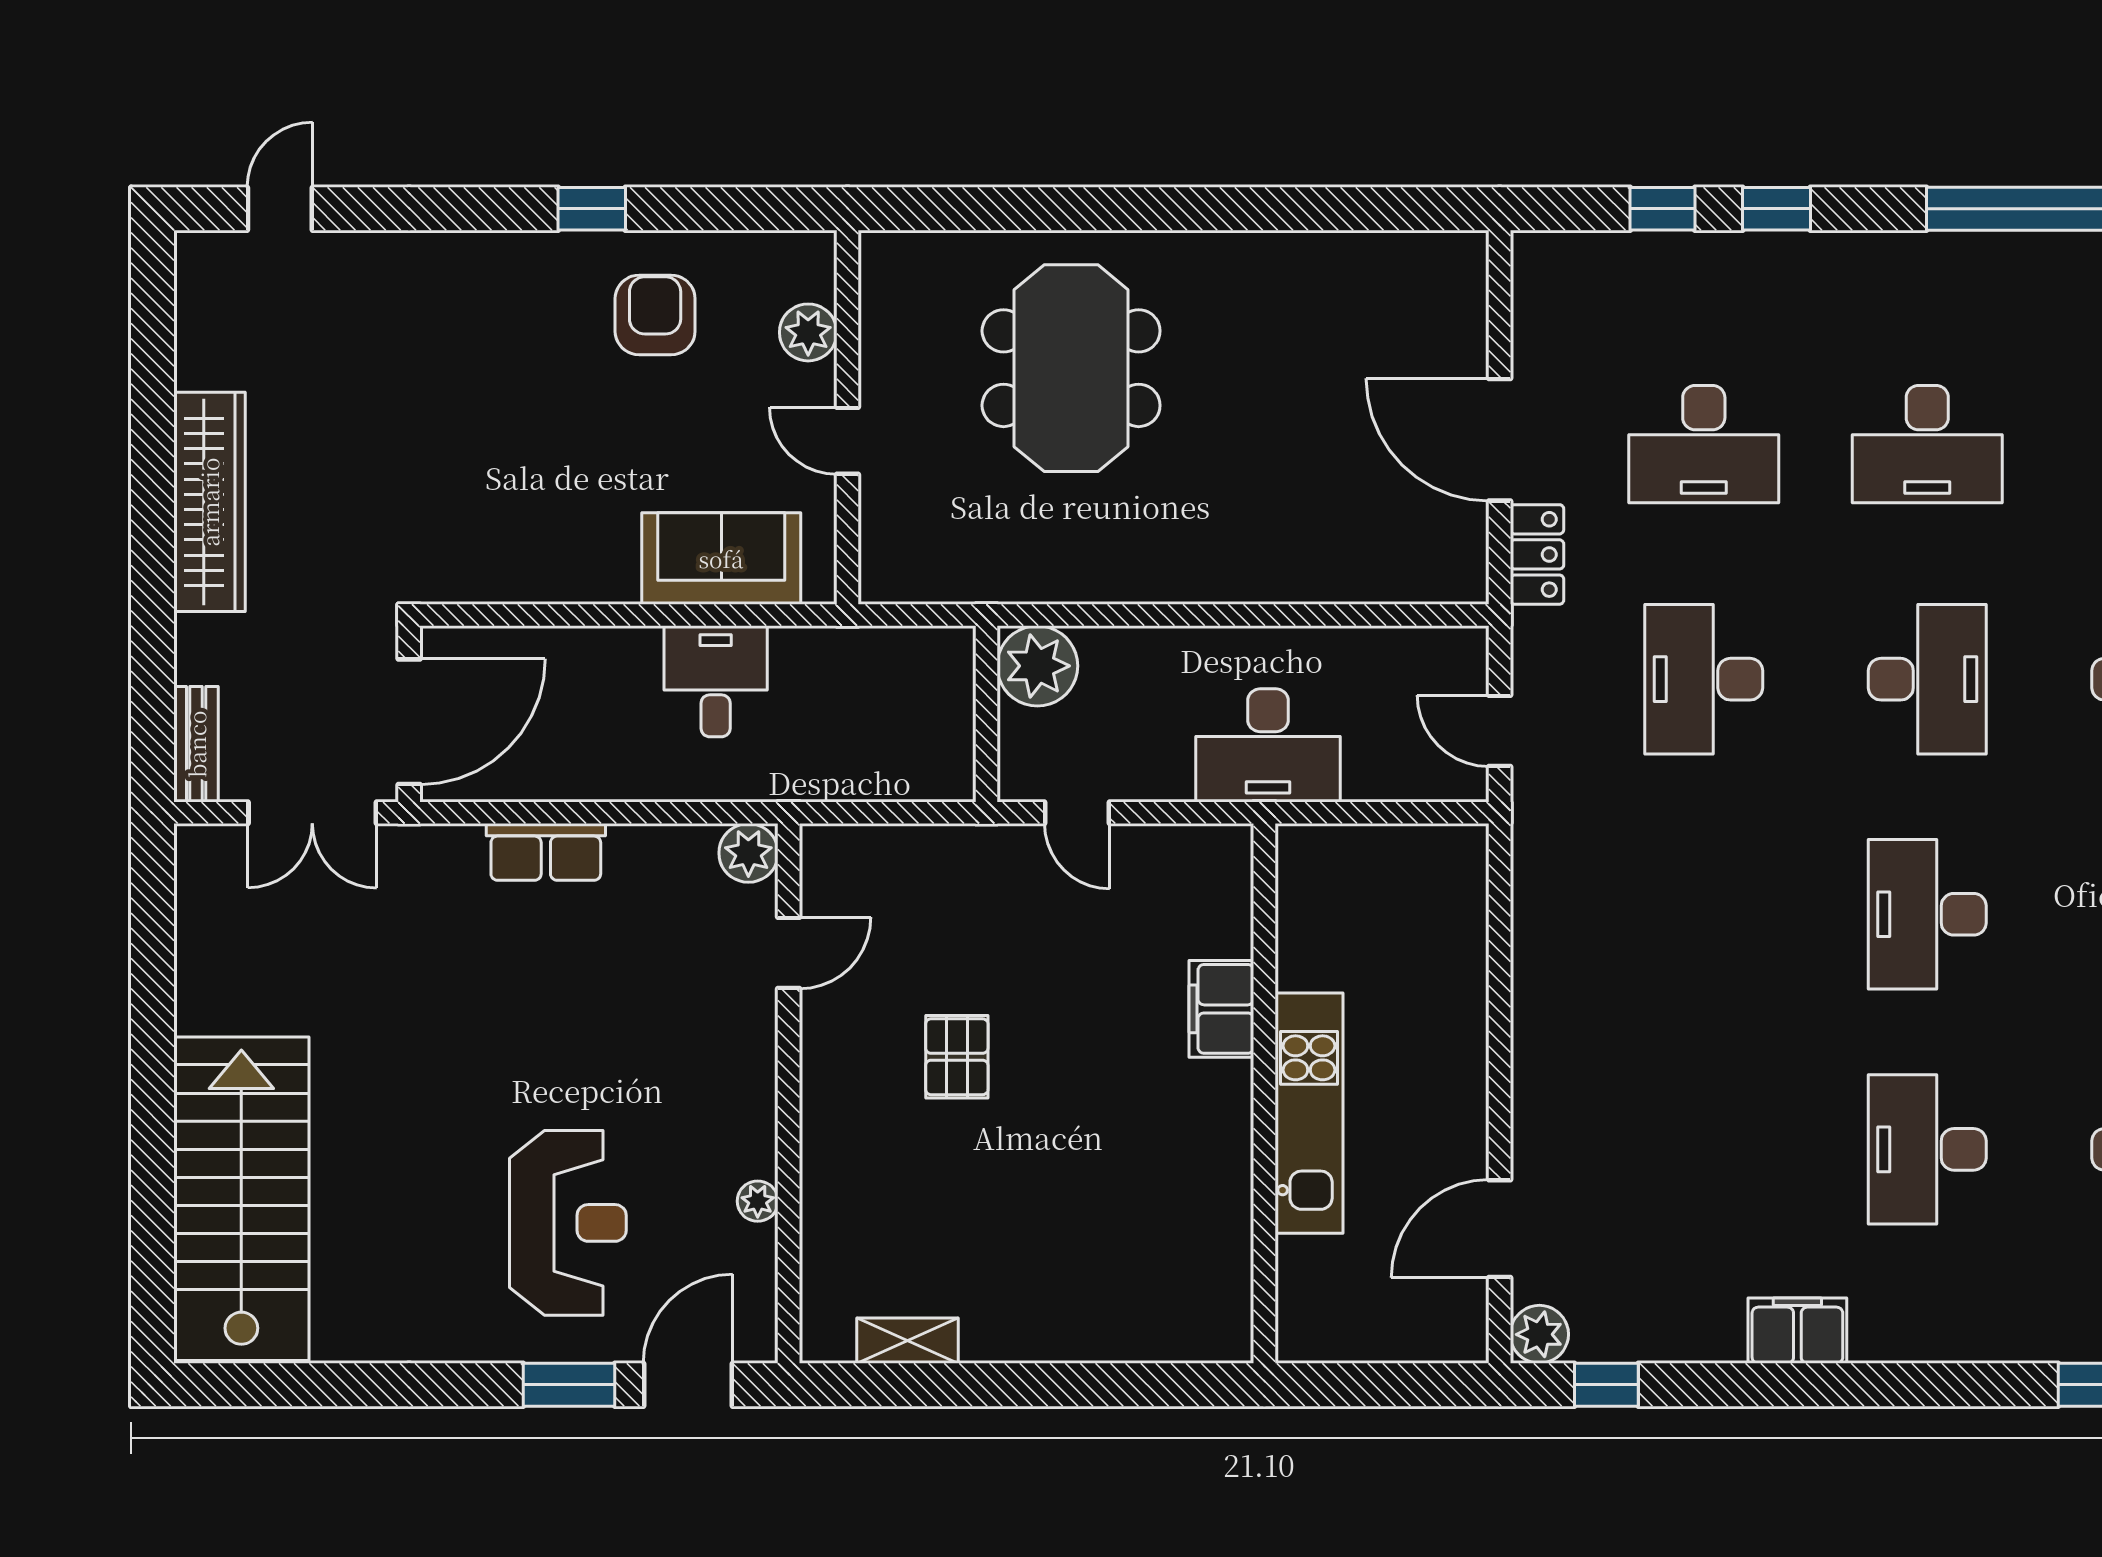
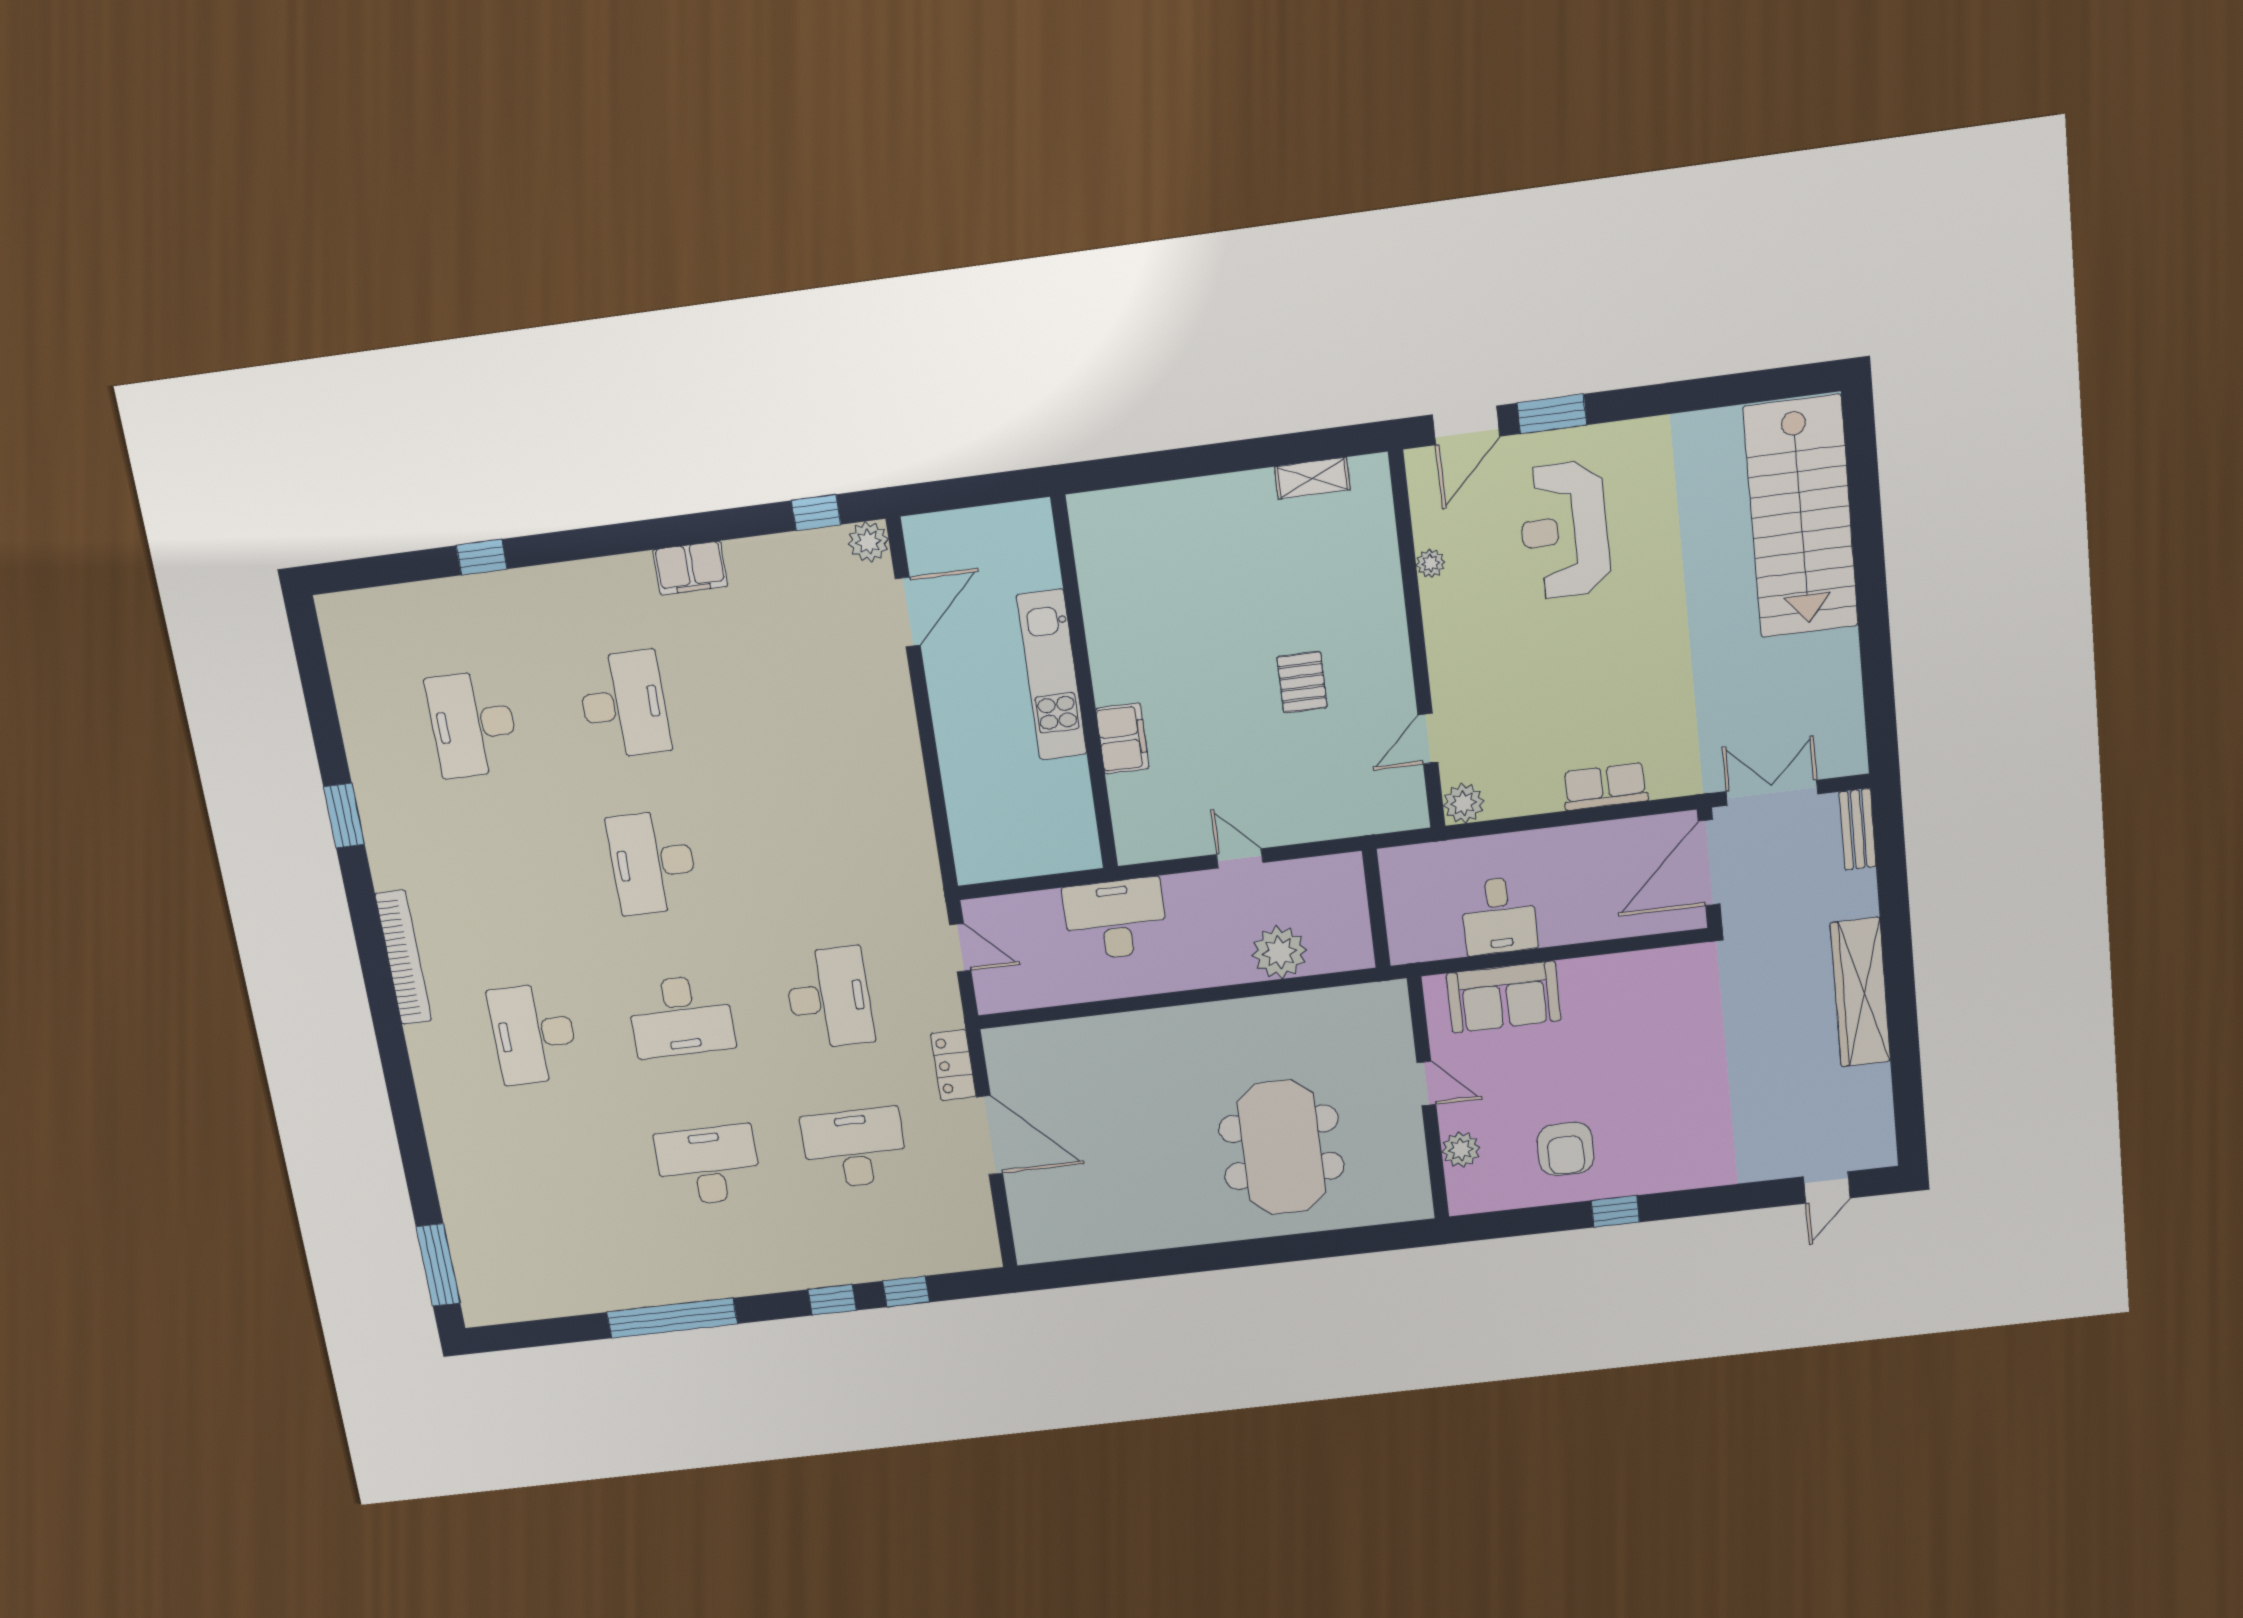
desk: (1927, 679) -> (681, 1016), turned -90
wall: (986, 714) -> (1376, 909), moved
desk: (1927, 914) -> (653, 862), turned 180

